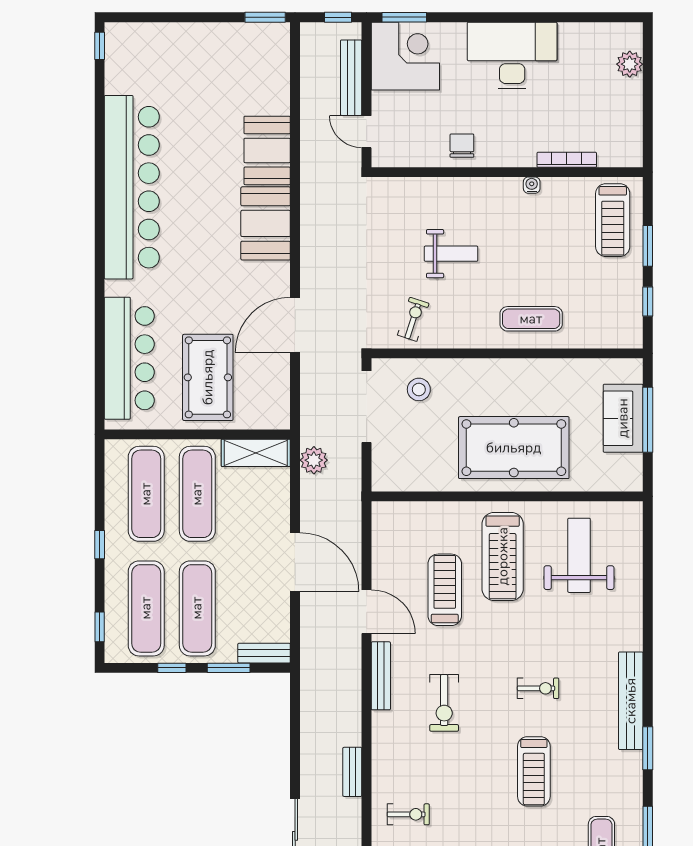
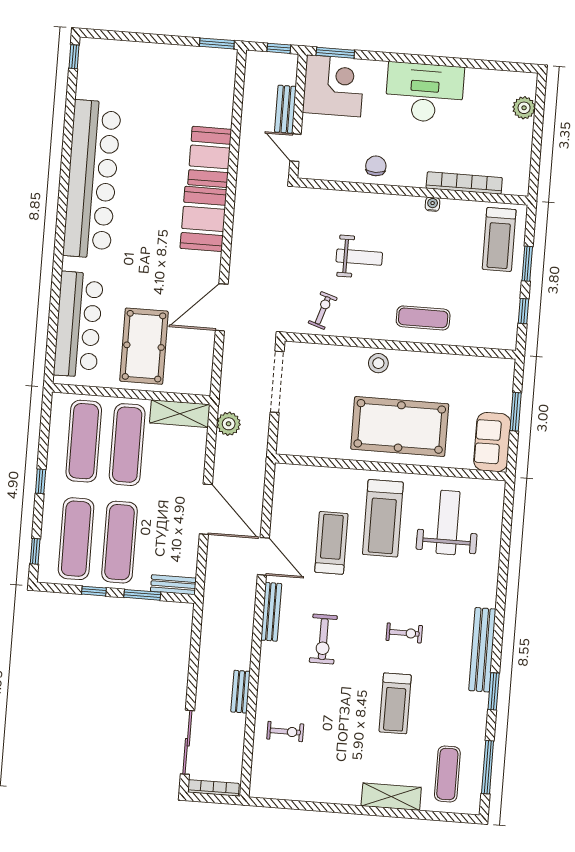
bench: (351, 78) -> (285, 109), width x0.73
bookcase: (567, 160) -> (464, 183), width x1.48, depth x1.31
stool: (419, 389) -> (378, 363), moved
sofa: (623, 418) -> (492, 442), moved
window: (648, 420) -> (516, 412), width x0.69

